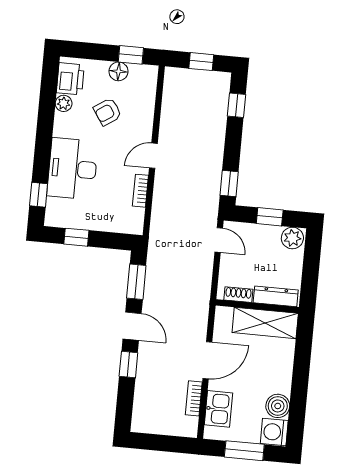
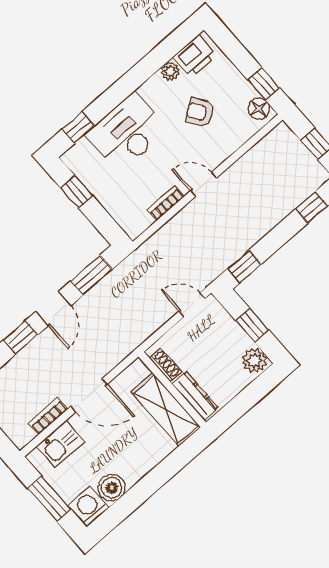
floor lamp: (118, 71) -> (259, 109), moved
door: (219, 240) -> (192, 305), swing flipped

